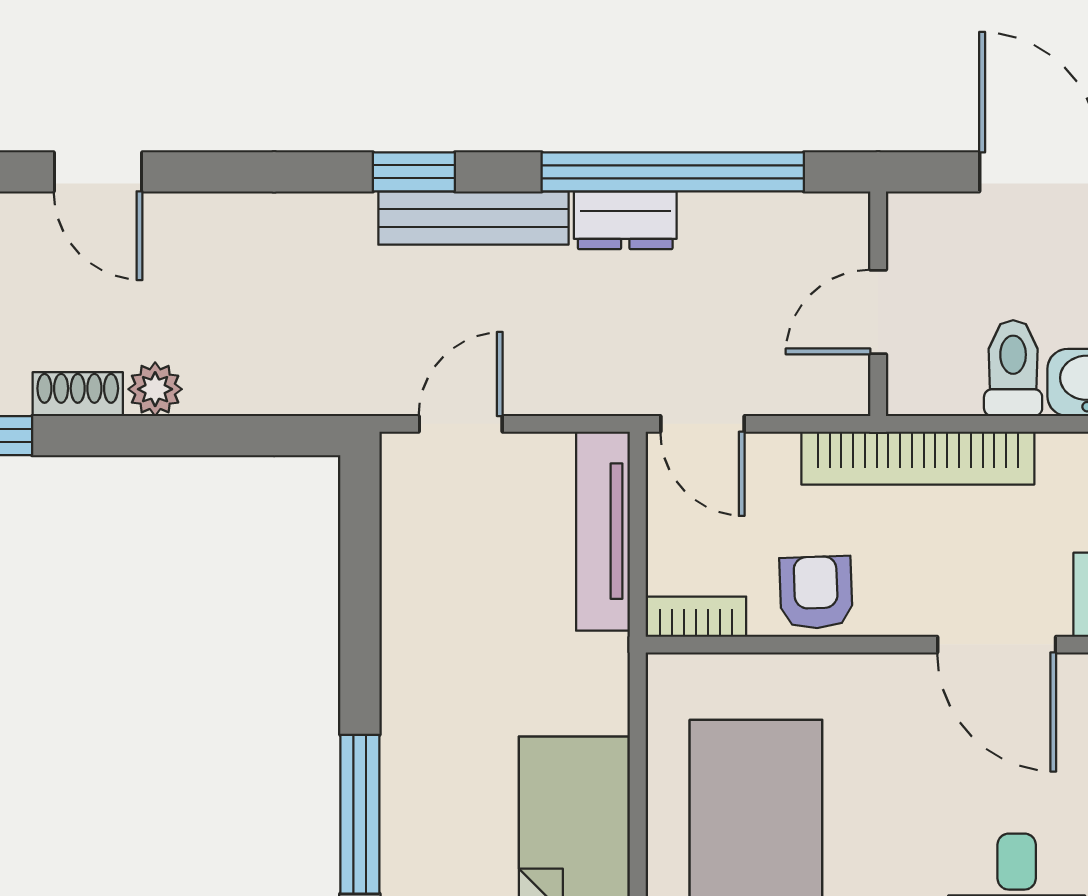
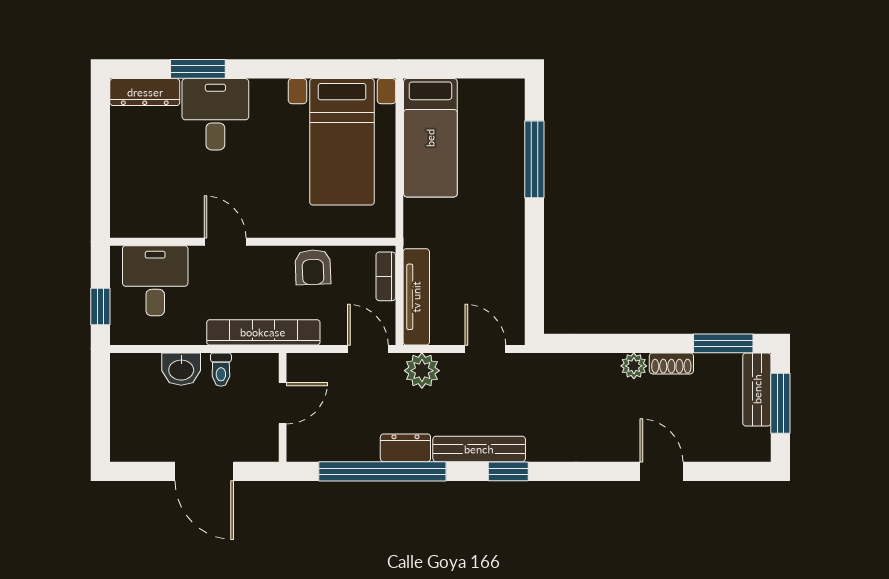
toilet: (1013, 368) -> (221, 370), width x0.73, depth x0.72
plant: (591, 380) -> (422, 371), added
door: (461, 424) -> (485, 349), swing flipped
bookcase: (696, 617) -> (386, 276), moved, turned 90
door: (997, 645) -> (225, 242), width x0.73

